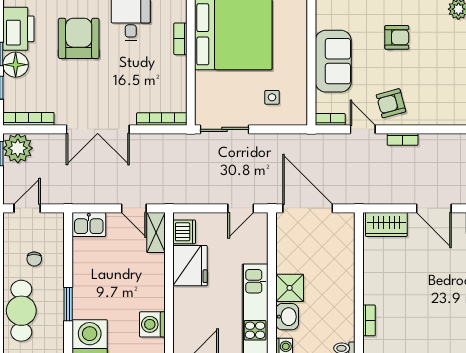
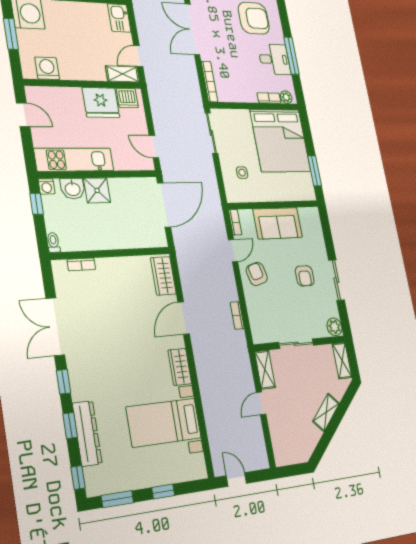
plant: (179, 13) -> (286, 97), added
bookcase: (403, 139) -> (237, 316), moved

